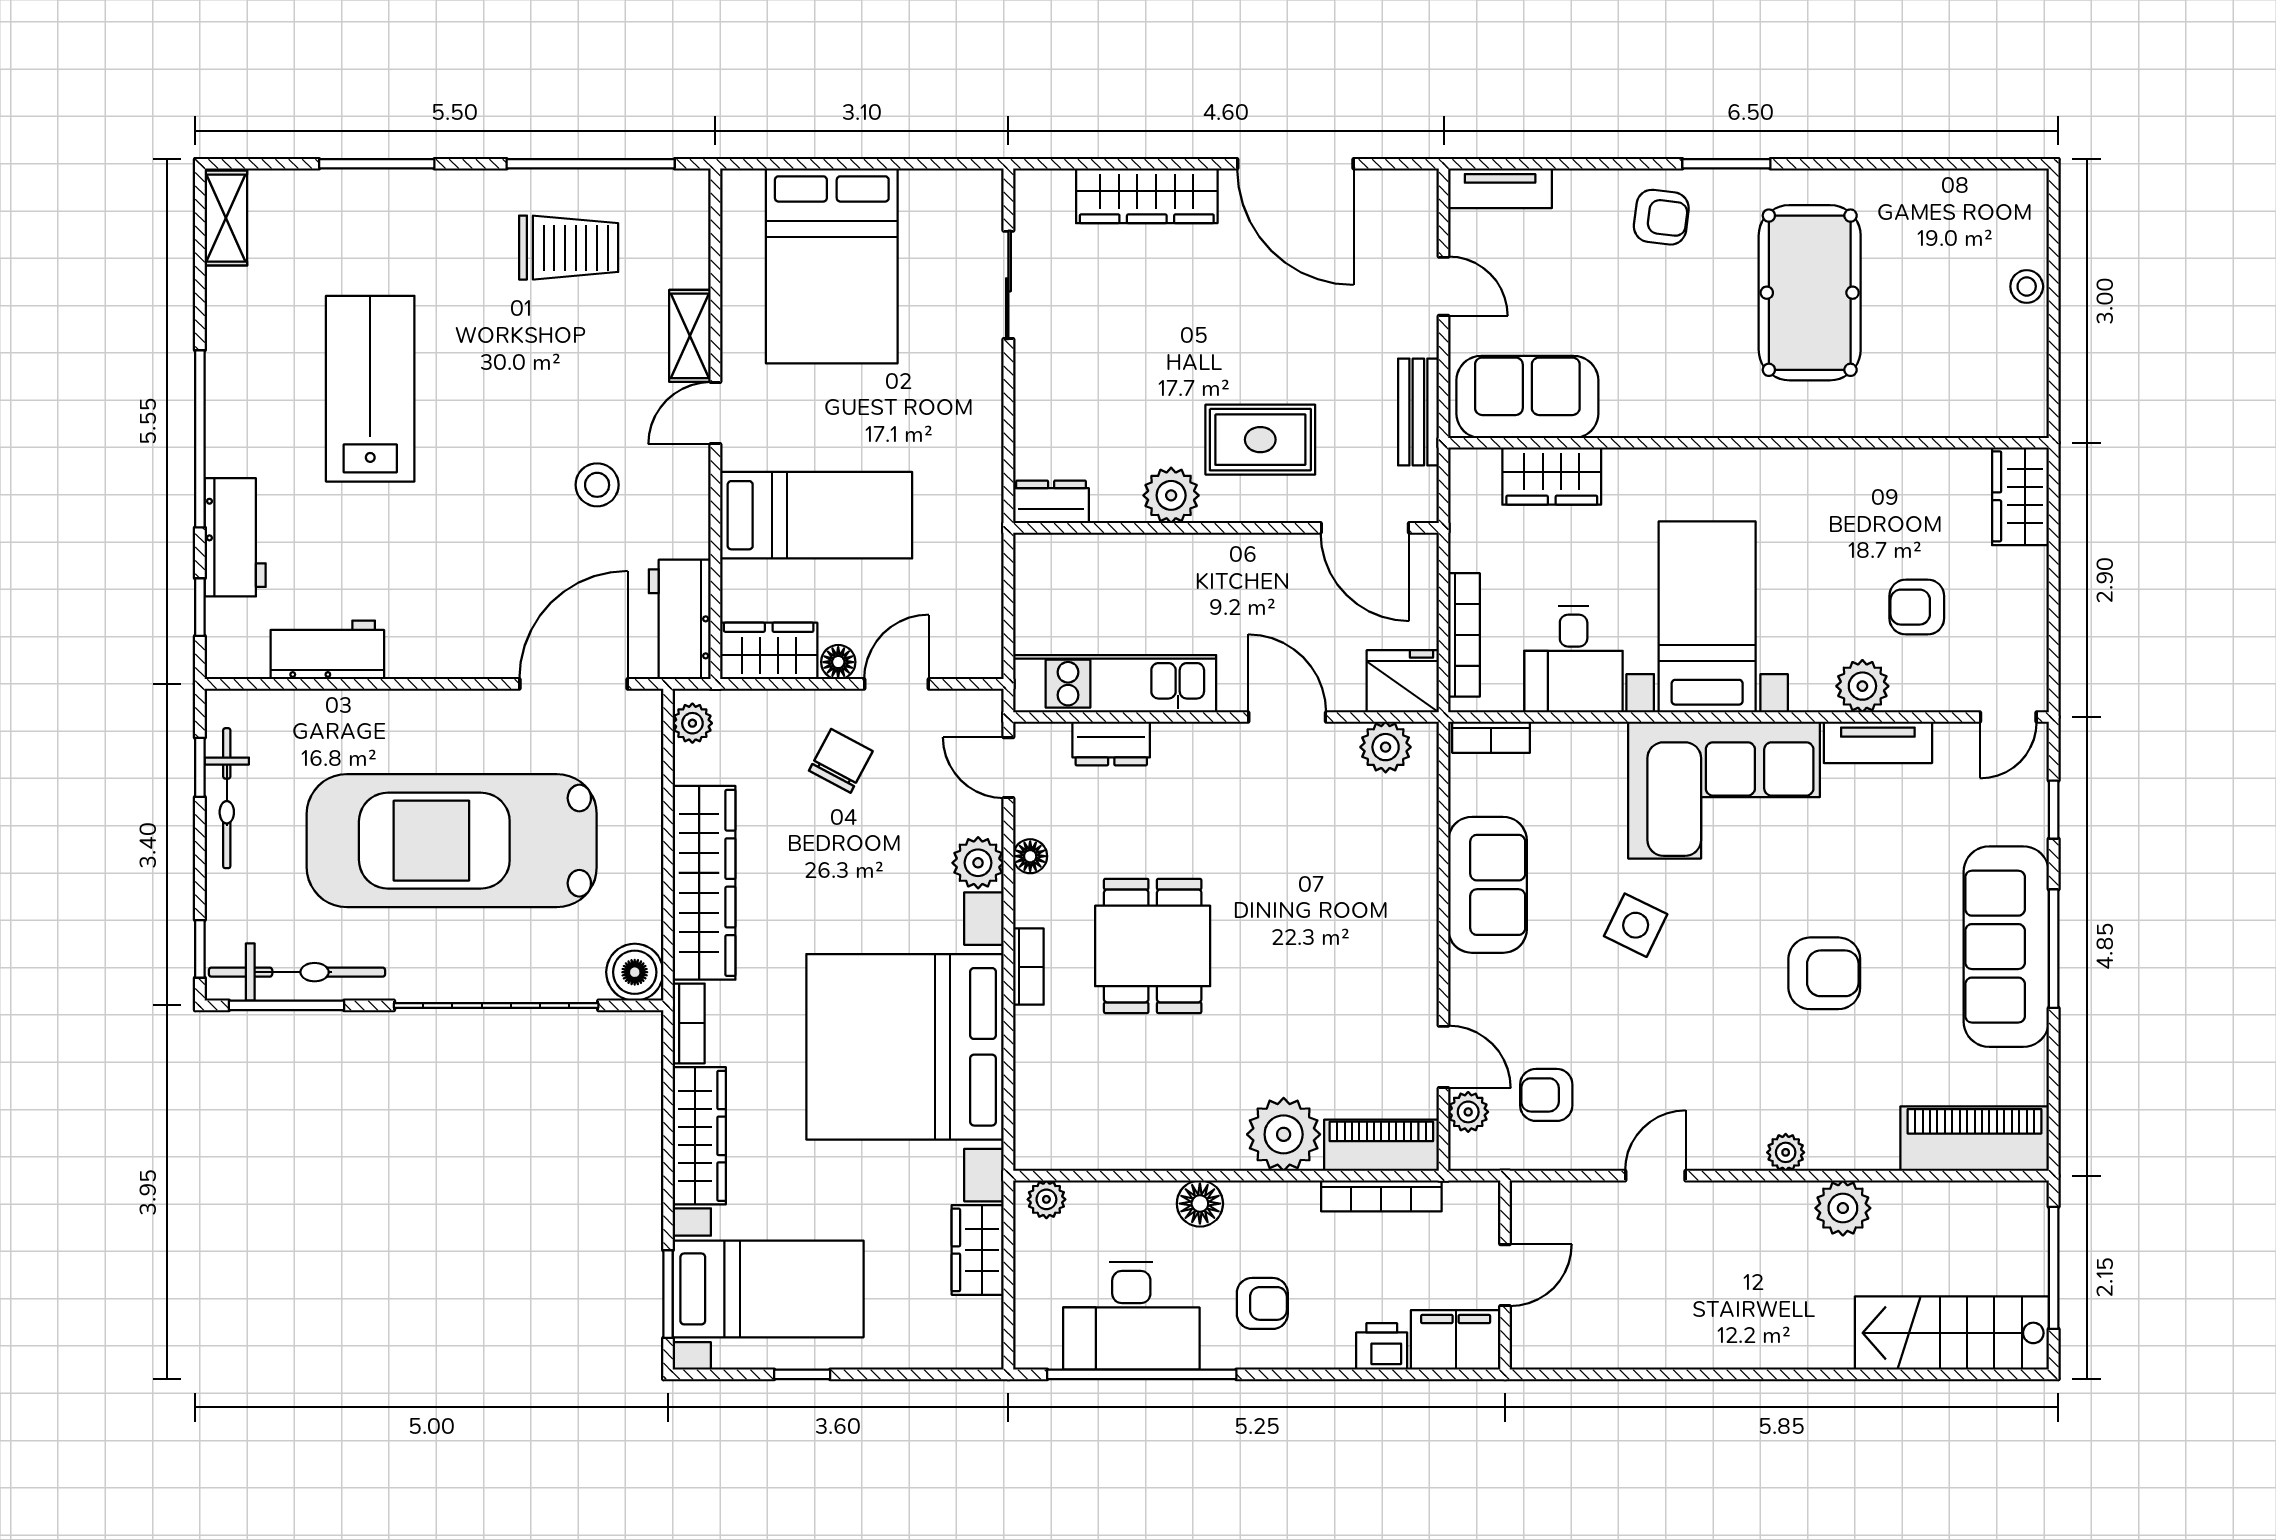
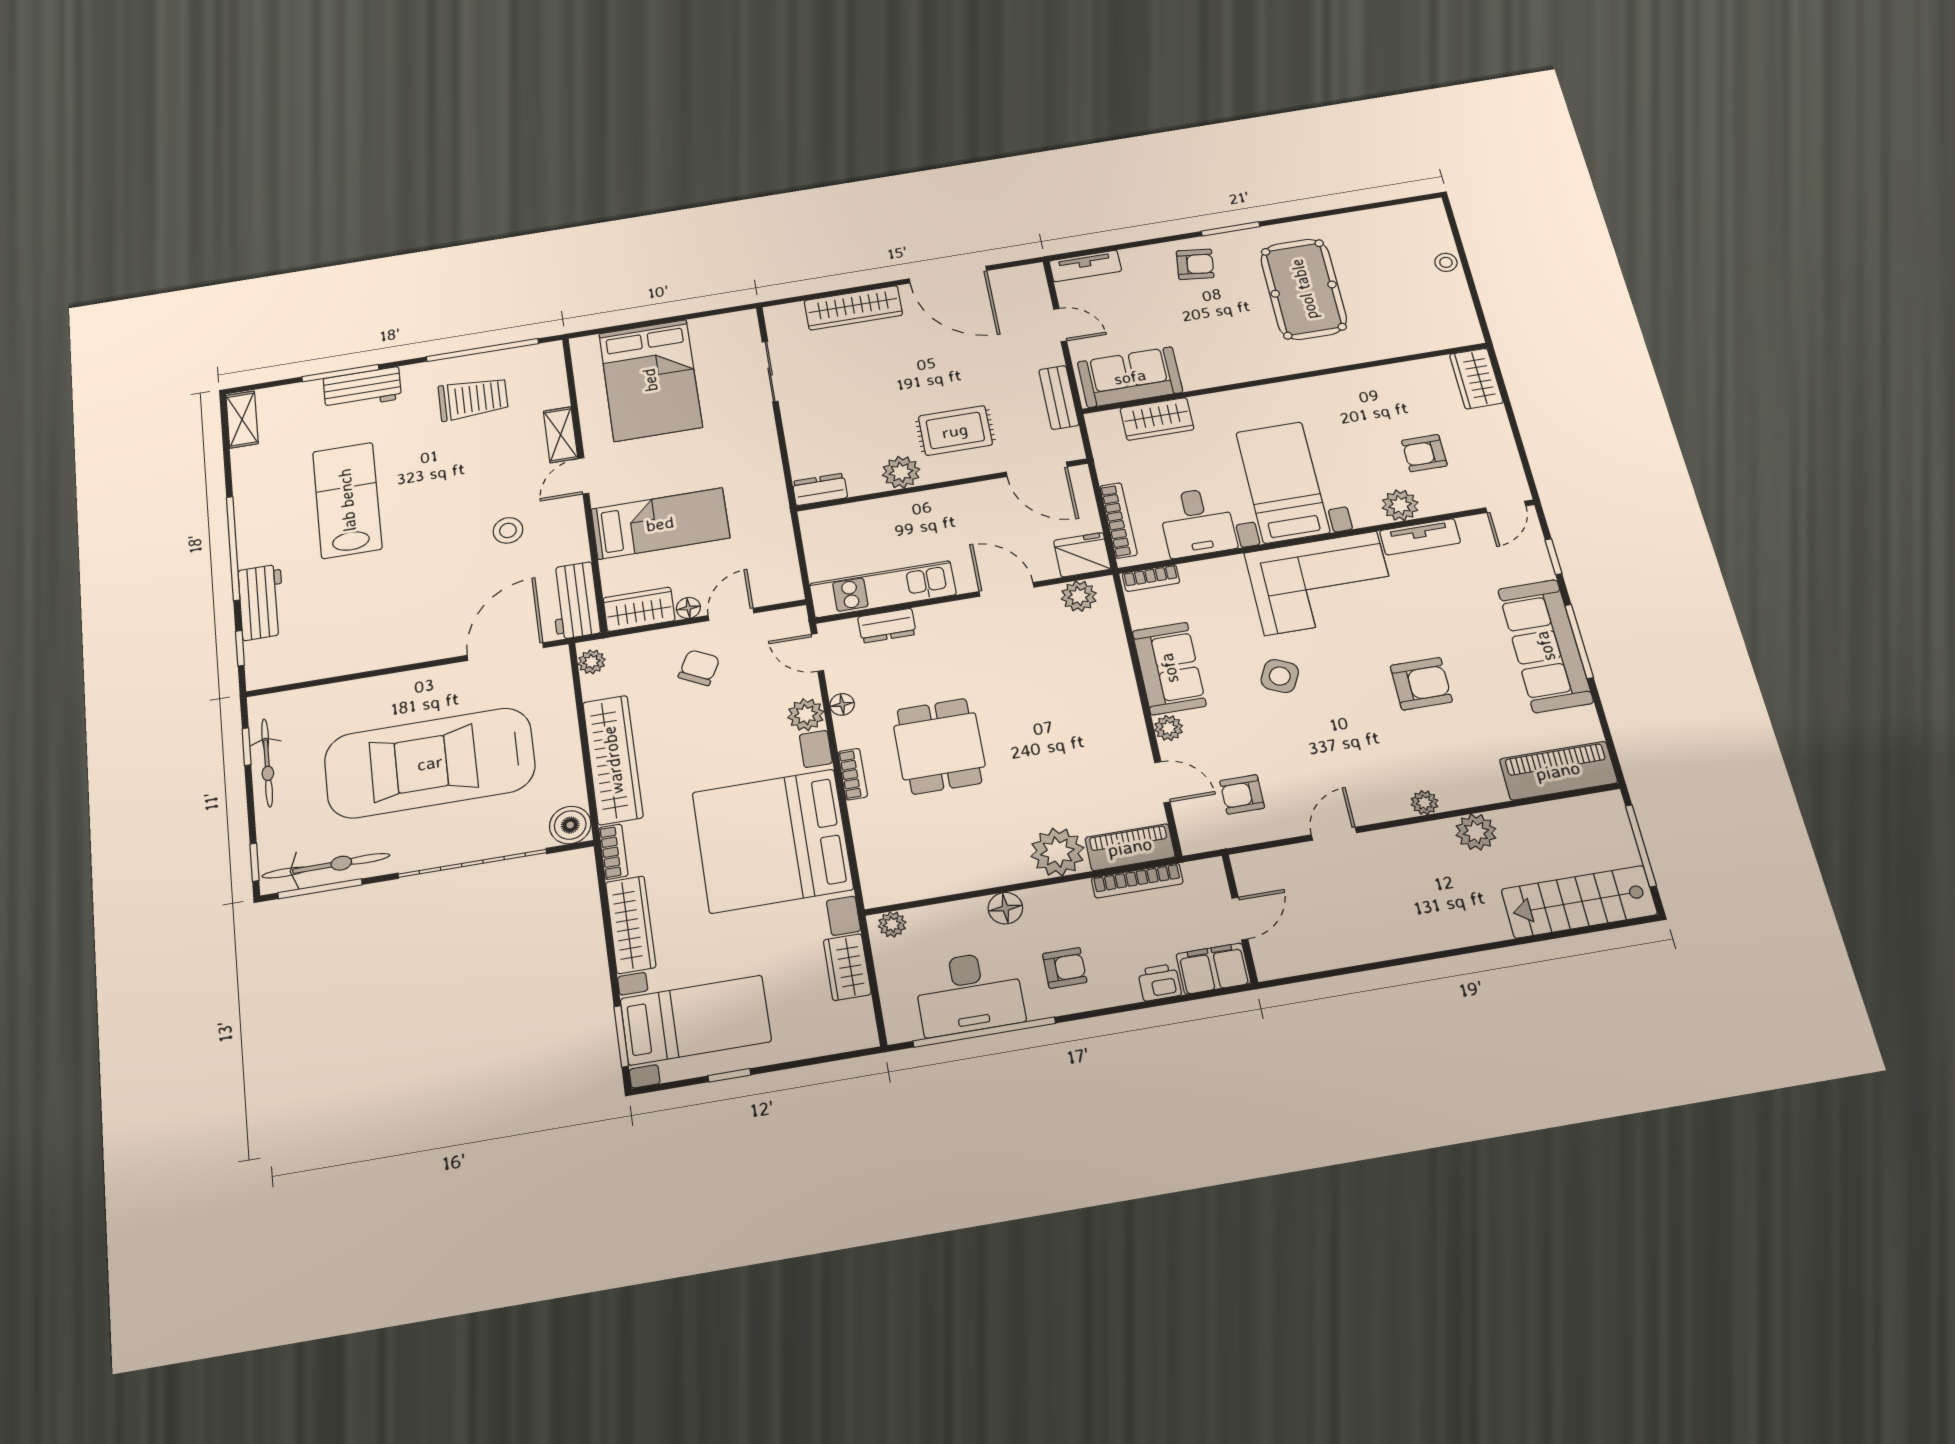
workbench: (327, 650) -> (362, 389), moved, turned 180
plant: (1468, 1112) -> (1168, 728), moved

